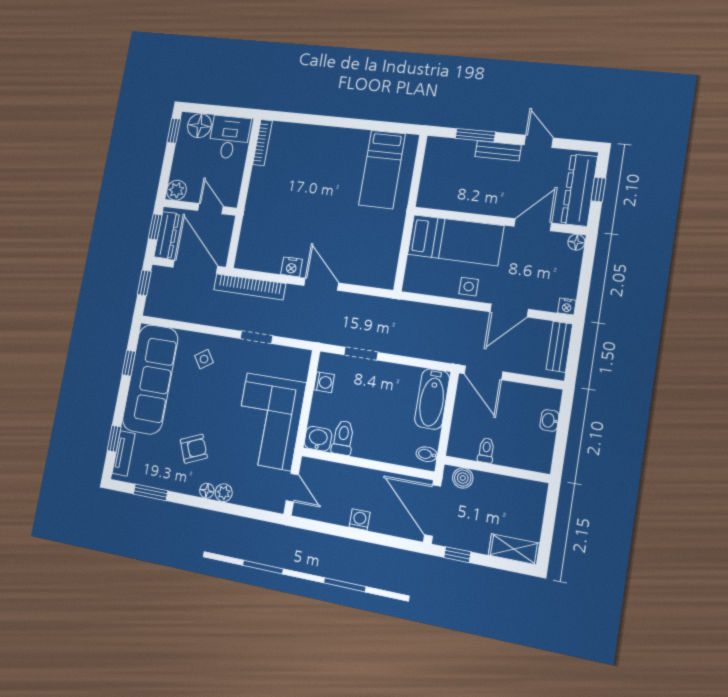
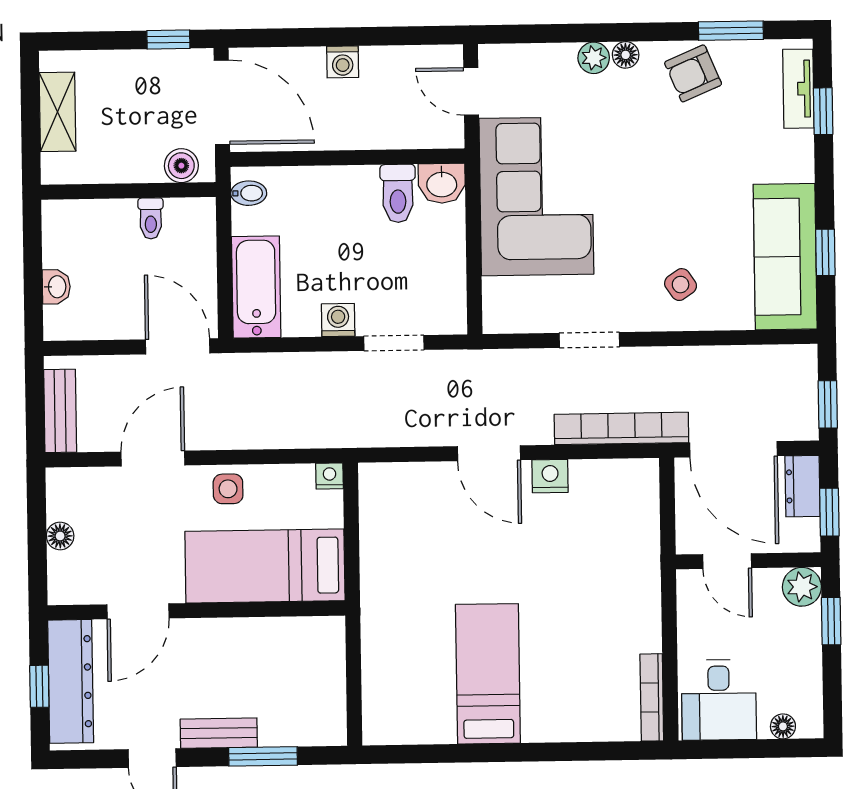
floor lamp: (199, 126) -> (783, 726), width x0.53, depth x0.53
window: (174, 131) -> (831, 621), moved
bed: (382, 169) -> (488, 674), moved
dresser: (167, 235) -> (803, 486), width x0.70
floor lamp: (576, 242) -> (60, 536), moved
nightstand: (567, 306) -> (330, 476), moved
sofa: (150, 379) -> (785, 257), width x0.74, depth x0.79
washing machine: (324, 382) -> (338, 320), moved, turned 90
armchair: (194, 449) -> (693, 73), moved
shelving: (514, 549) -> (57, 112), moved, turned 90

